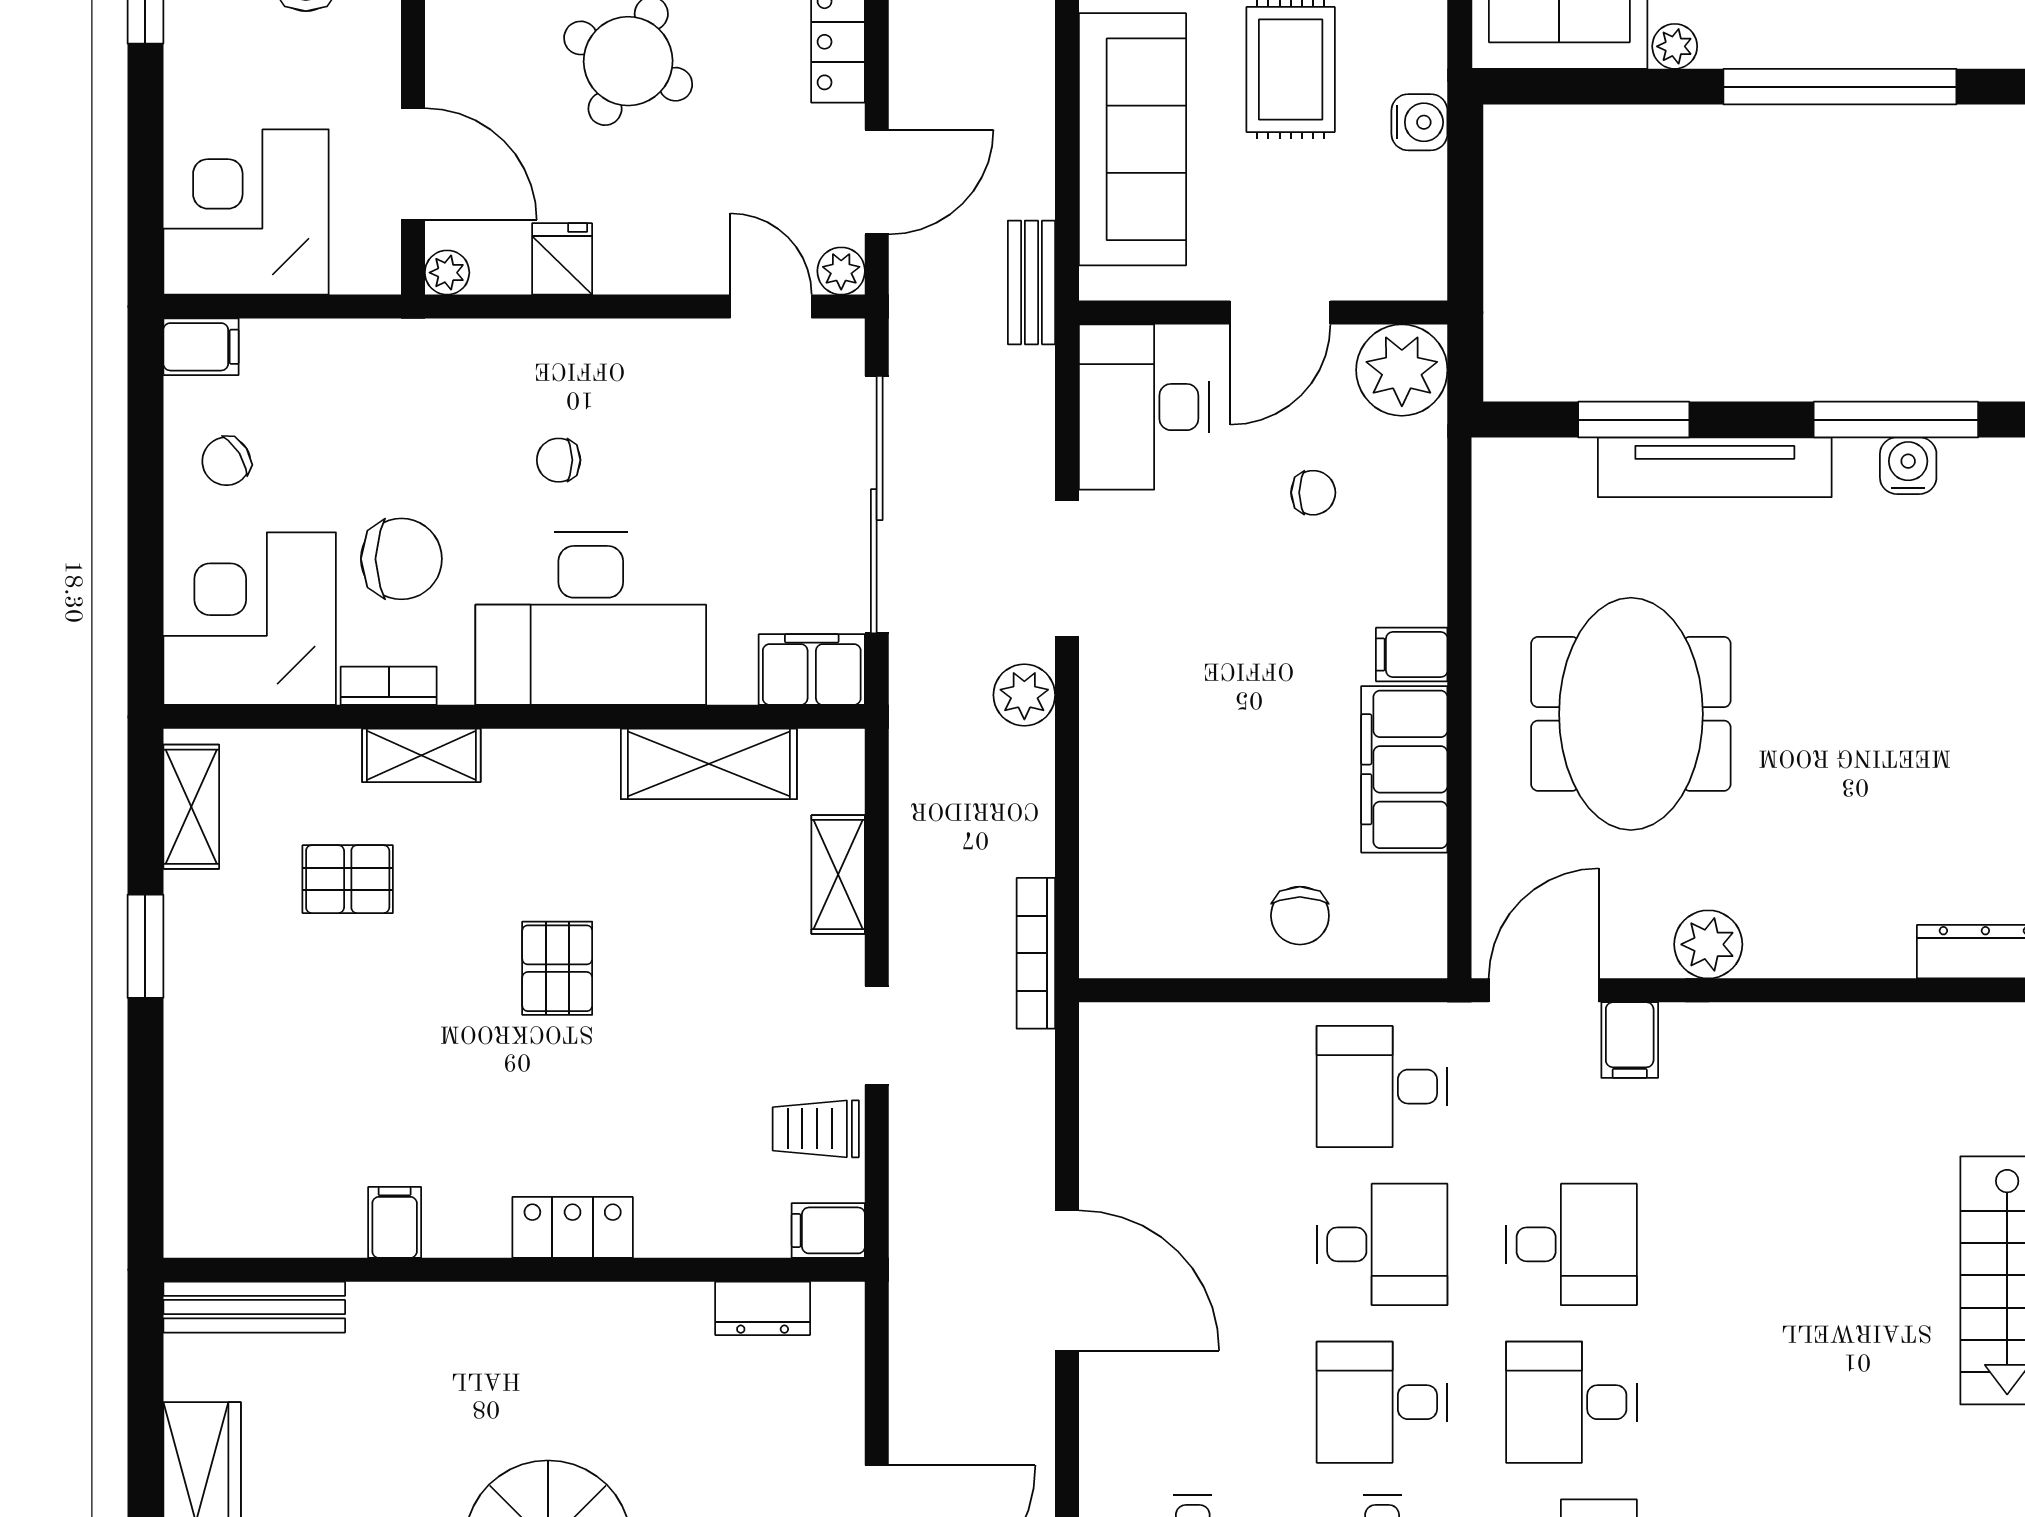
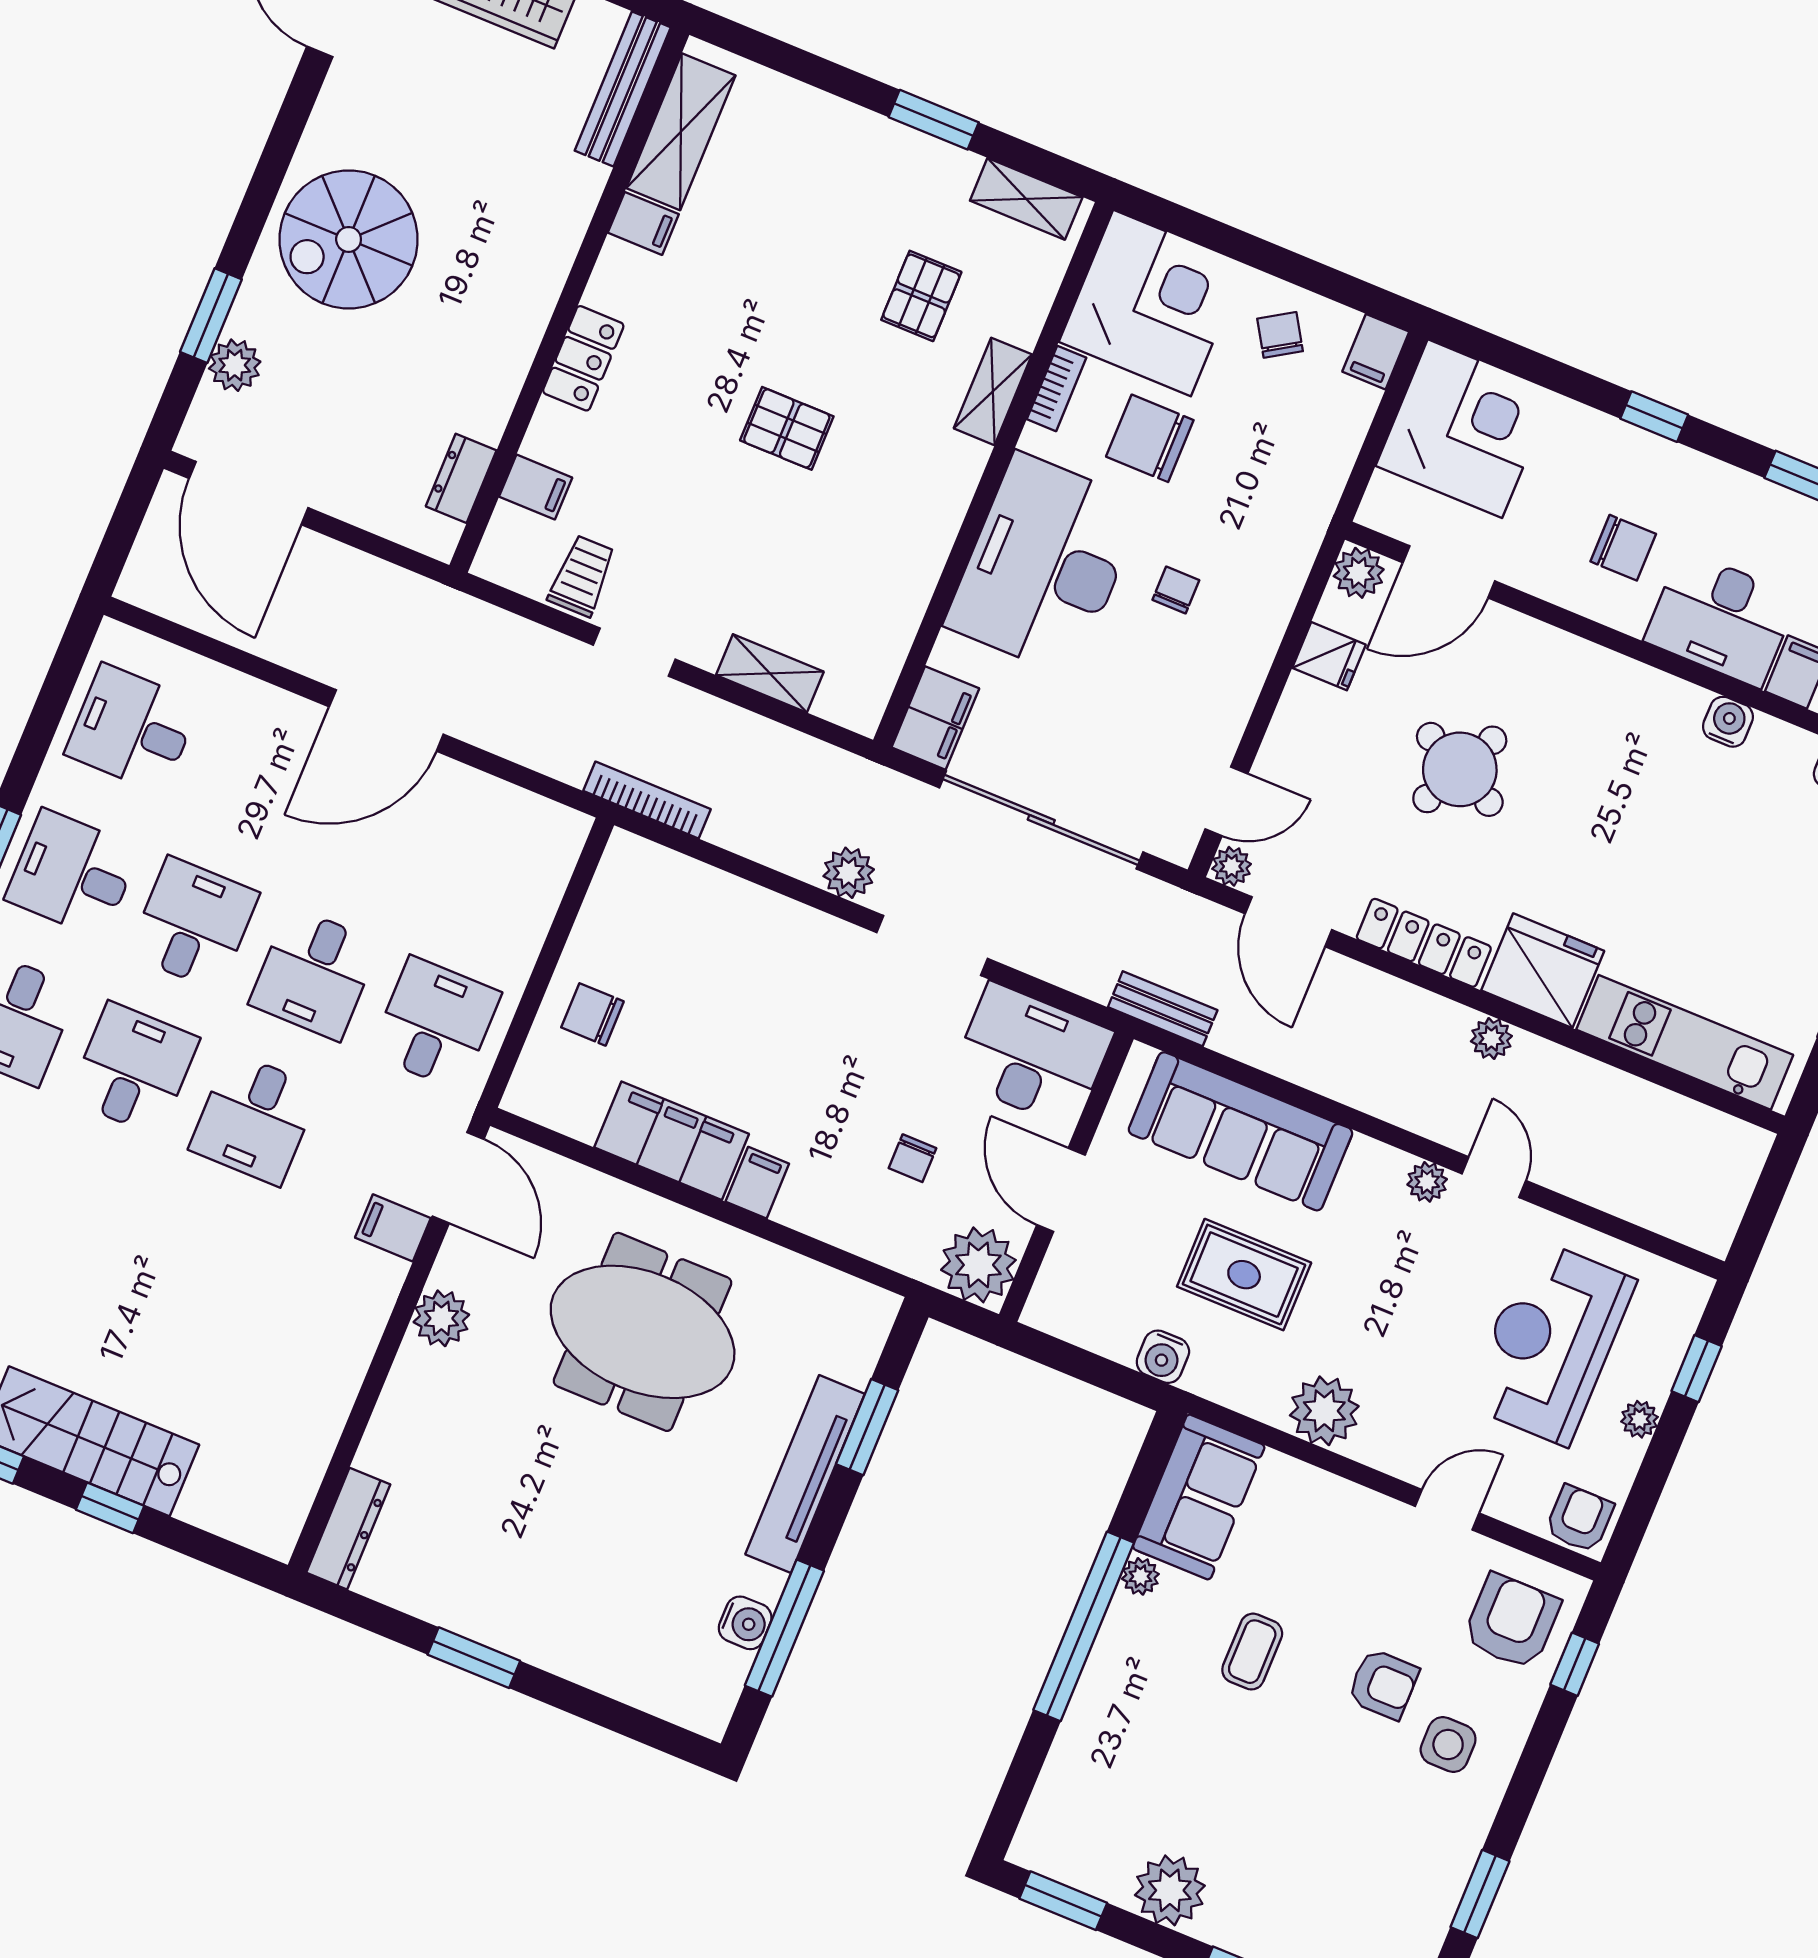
window: (1840, 87) -> (1084, 1626), moved
plant: (447, 273) -> (1359, 573), width x1.38, depth x1.38
chair: (401, 559) -> (1150, 438), turned 90
shelving: (709, 764) -> (681, 132), moved
filing cabinet: (828, 1230) -> (536, 487), moved, turned 90

